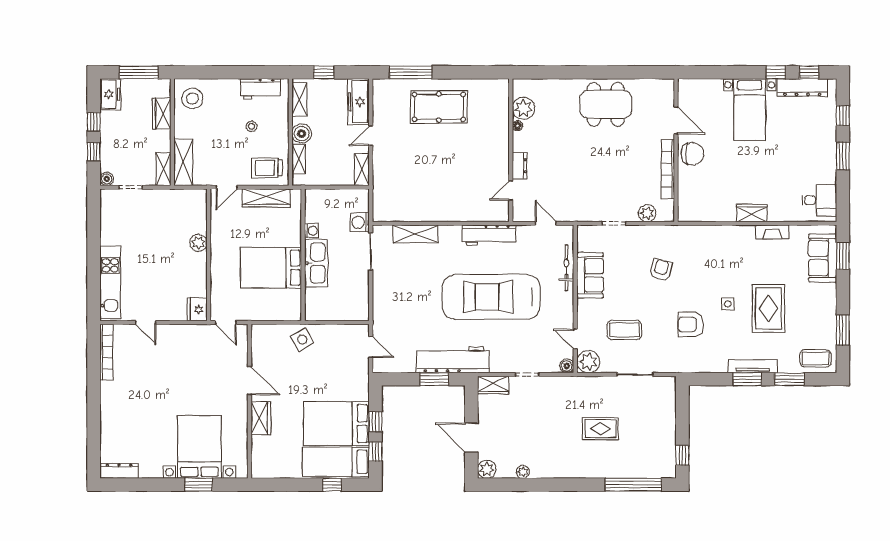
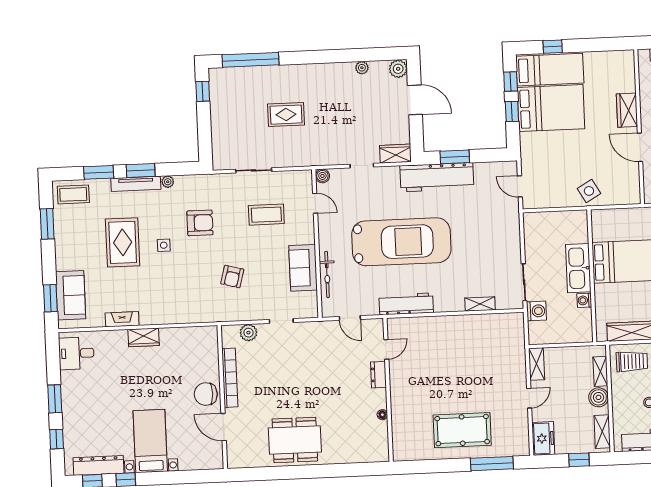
freezer: (358, 102) -> (543, 438), width x0.71
plant: (523, 108) -> (377, 432), removed
shelving: (415, 234) -> (480, 304), width x0.67, depth x0.75
plant: (588, 362) -> (168, 182), moved, width x0.53, depth x0.53

